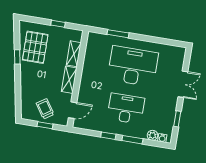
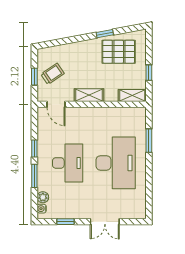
shelving: (74, 54) -> (132, 95), moved

